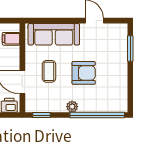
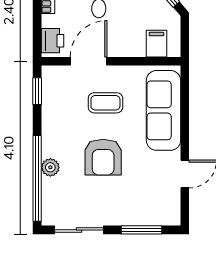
sliding door: (130, 88) -> (79, 230), added
plant: (72, 107) -> (50, 167), moved

